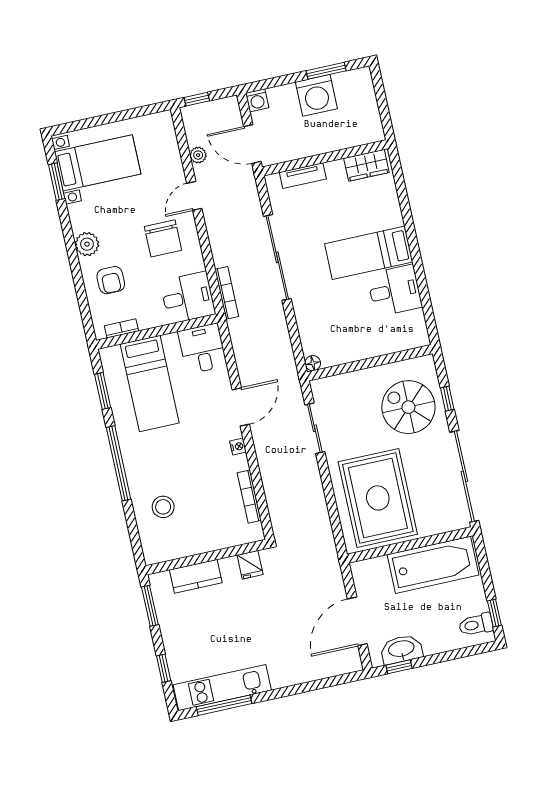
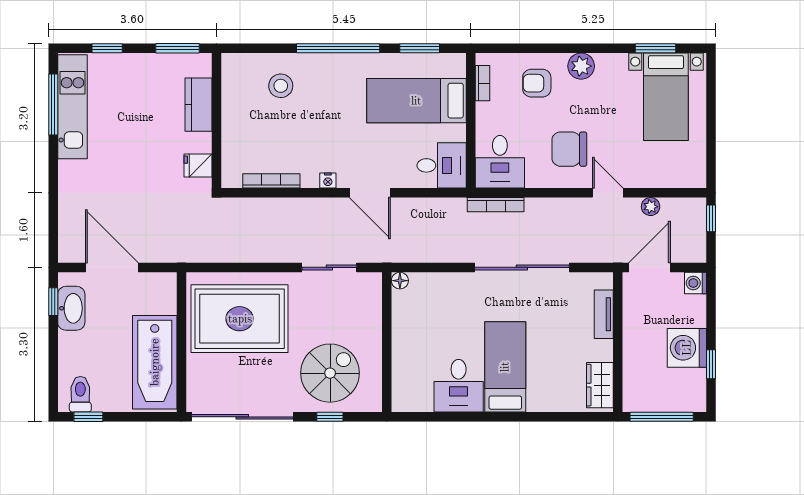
window: (326, 71) -> (711, 364), width x0.67
window: (383, 104) -> (662, 417), added

